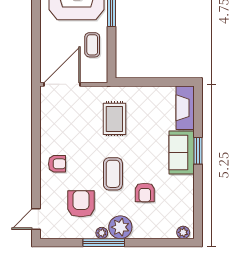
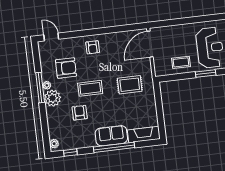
door: (62, 84) -> (150, 44), swing flipped
window: (198, 151) -> (114, 147), width x2.11
armchair: (145, 192) -> (80, 113), turned 90
window: (198, 212) -> (70, 153), added

